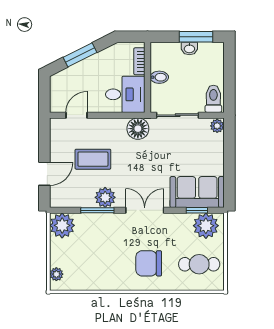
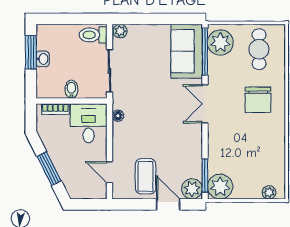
floor lamp: (138, 129) -> (118, 116), width x0.53, depth x0.53
coffee table: (93, 159) -> (145, 176), moved
plant: (105, 197) -> (192, 189), moved
window: (97, 210) -> (205, 175), moved
window: (197, 210) -> (205, 52), width x2.17

